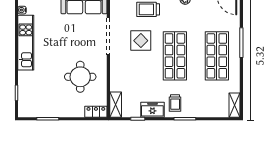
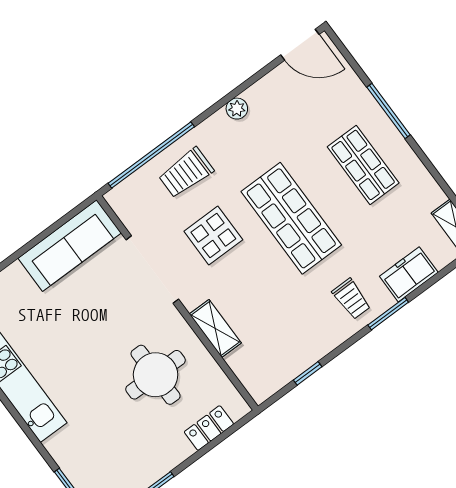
shop shelf: (217, 56) -> (363, 165), width x0.70, depth x0.74
shelving: (116, 105) -> (215, 328), moved
freezer: (152, 110) -> (409, 274), moved
locker: (96, 112) -> (209, 428), moved

